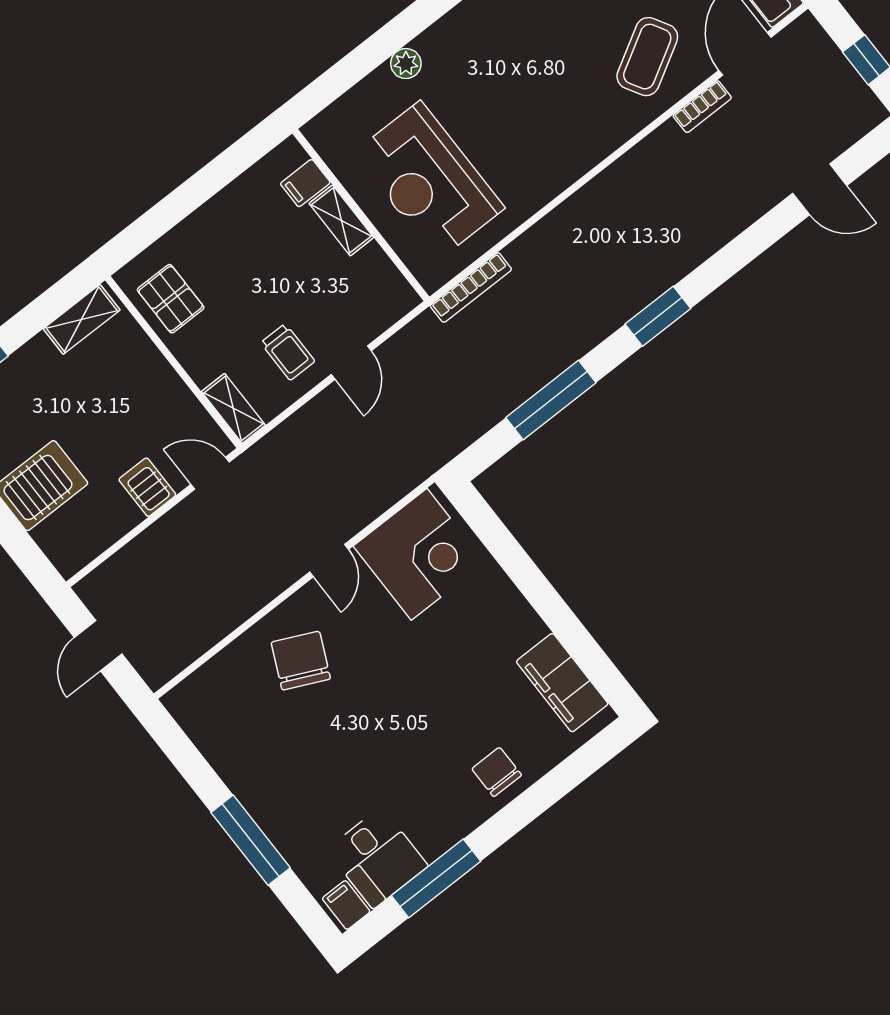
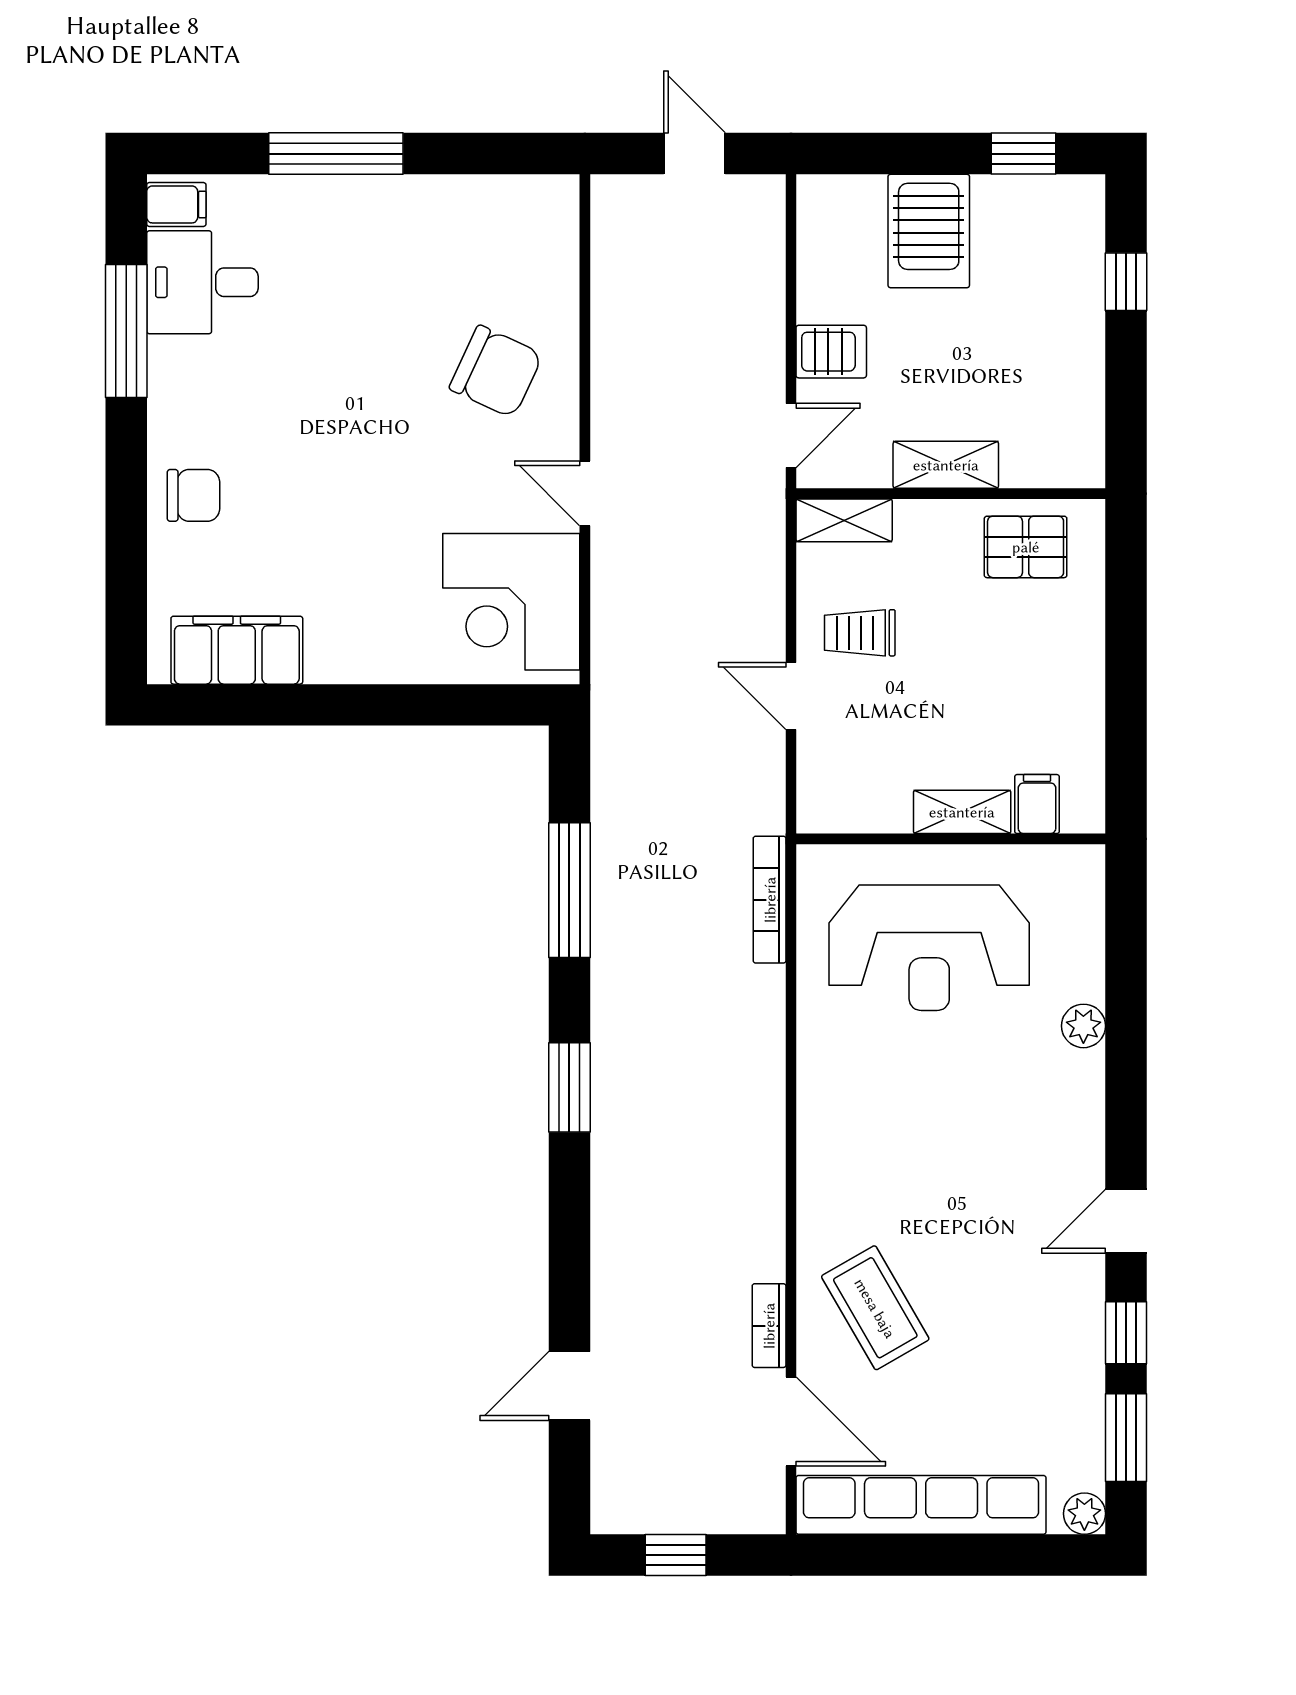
reception desk: (429, 180) -> (929, 948), turned 180
shelving: (82, 319) -> (946, 465), moved, turned 90

